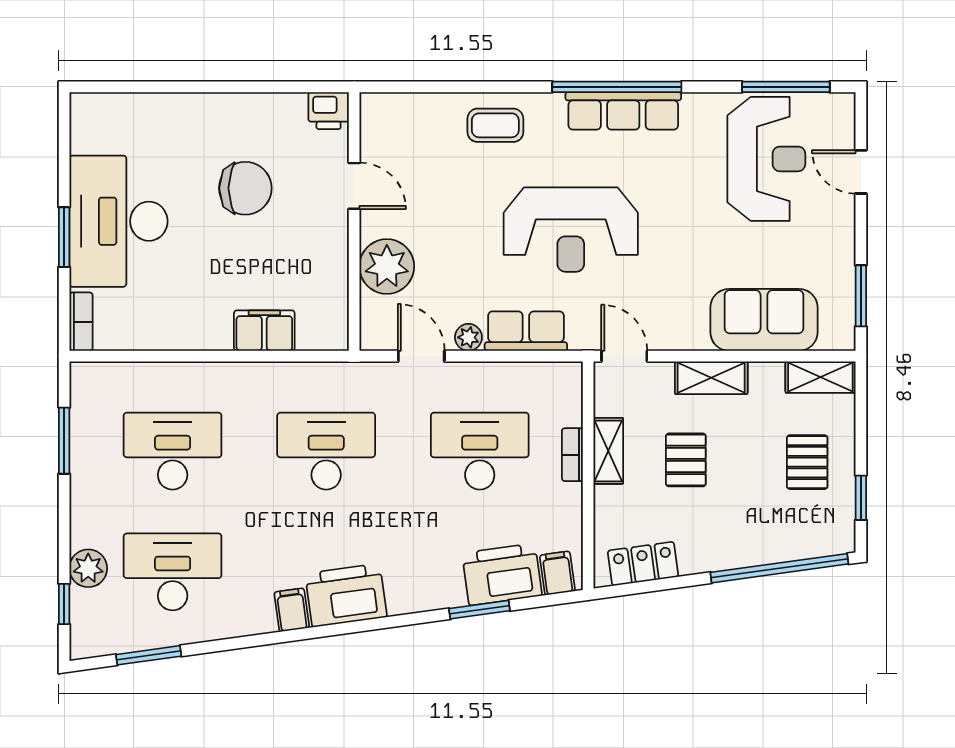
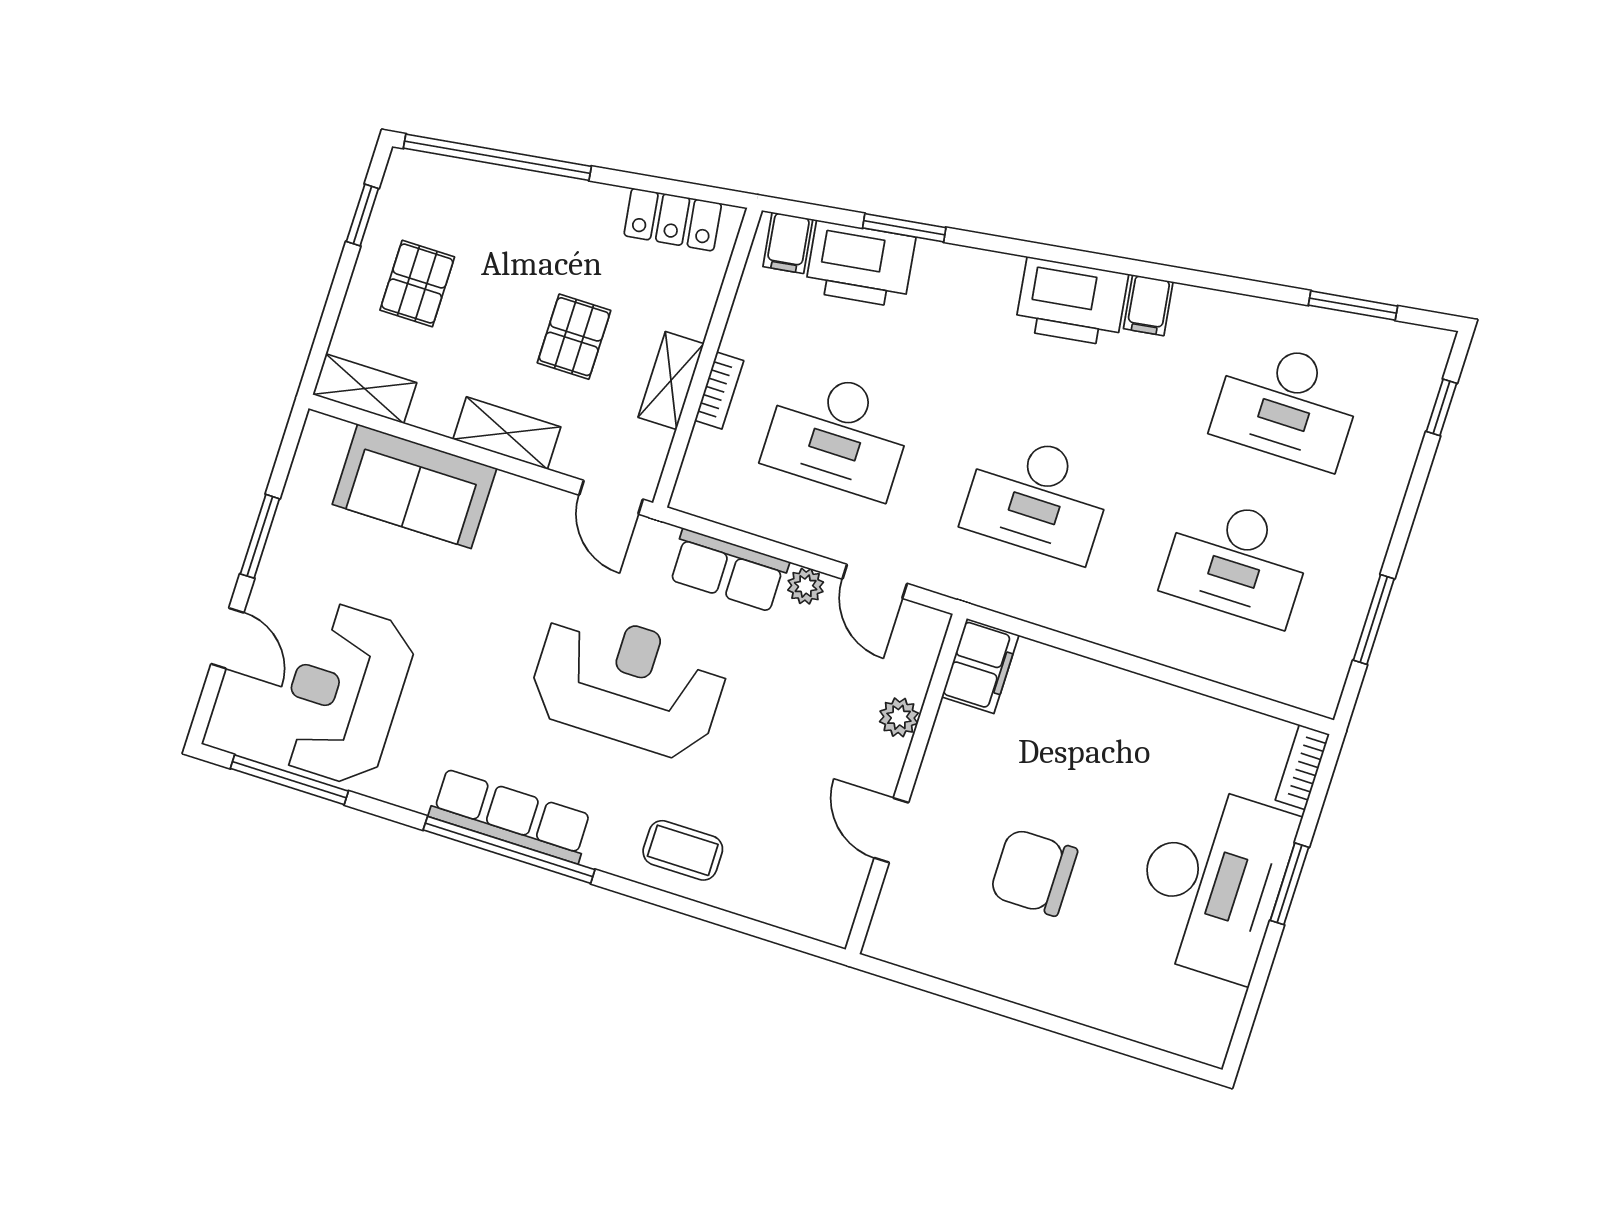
printer: (329, 111) -> (893, 939), removed
plant: (387, 266) -> (899, 717), width x0.53, depth x0.53
window: (861, 296) -> (260, 536), moved
filing cabinet: (264, 331) -> (980, 666), moved, turned -90
plant: (88, 568) -> (1395, 444), removed

